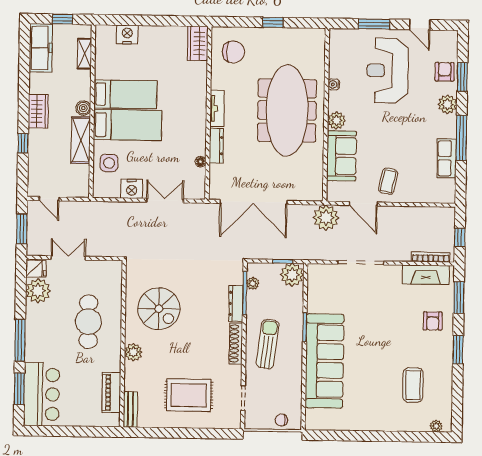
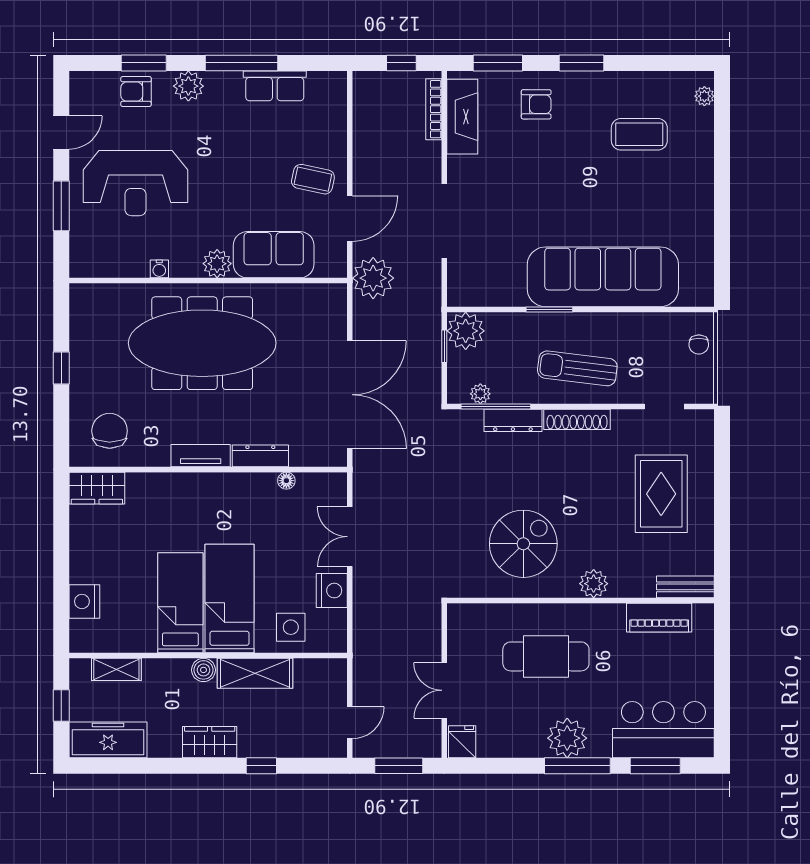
plant: (38, 291) -> (567, 738), moved

